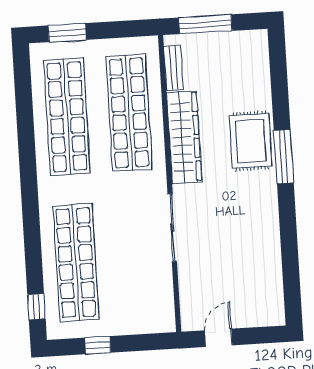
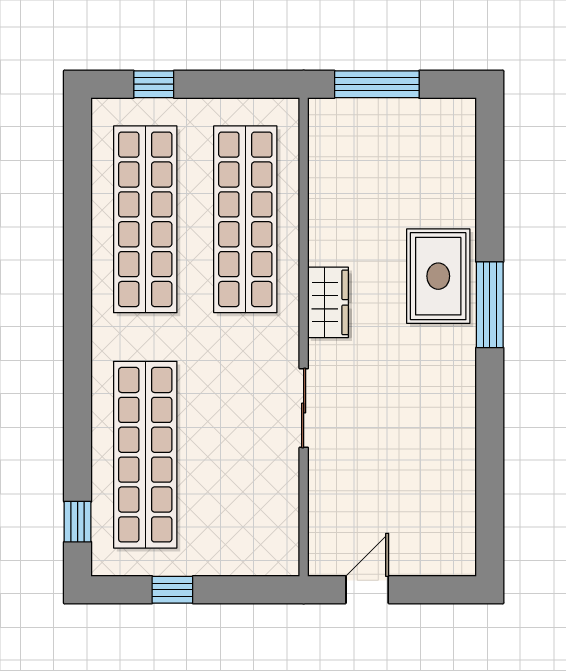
window: (67, 33) -> (154, 84), width x0.67
bench: (173, 68) -> (321, 151), removed
wardrobe: (184, 137) -> (328, 302), width x0.48, depth x0.85
sliding door: (172, 228) -> (304, 408), width x0.73

